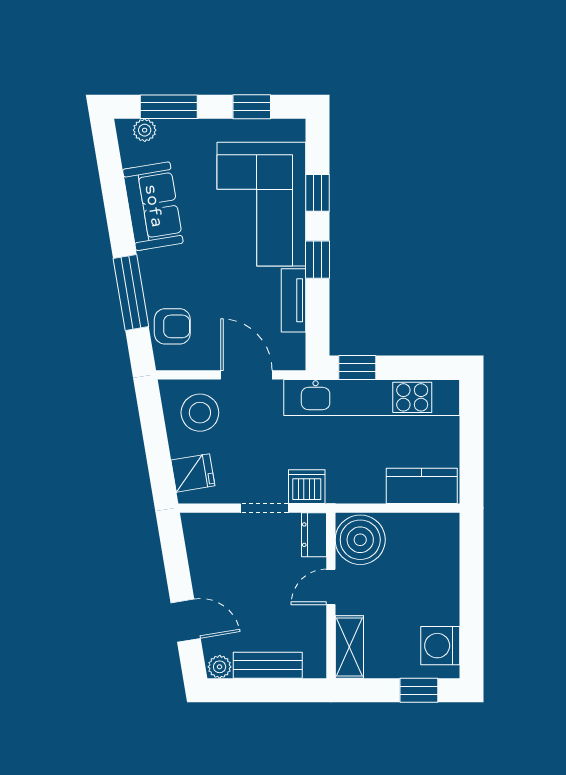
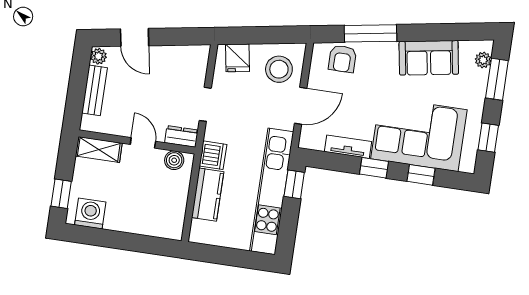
kitchen counter: (422, 486) -> (208, 195), moved
dishwasher: (307, 487) -> (213, 155), moved
boiler: (360, 540) -> (174, 160), width x0.54, depth x0.54
door: (186, 621) -> (135, 37), hinge flipped

